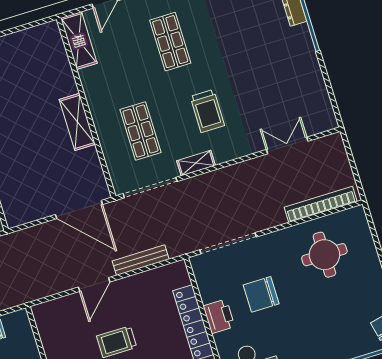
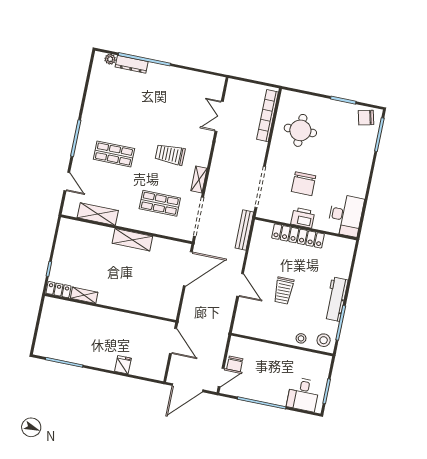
shelving: (79, 41) -> (98, 214), moved
trolley: (207, 111) -> (170, 154), turned 180
bench: (141, 260) -> (244, 230), moved

